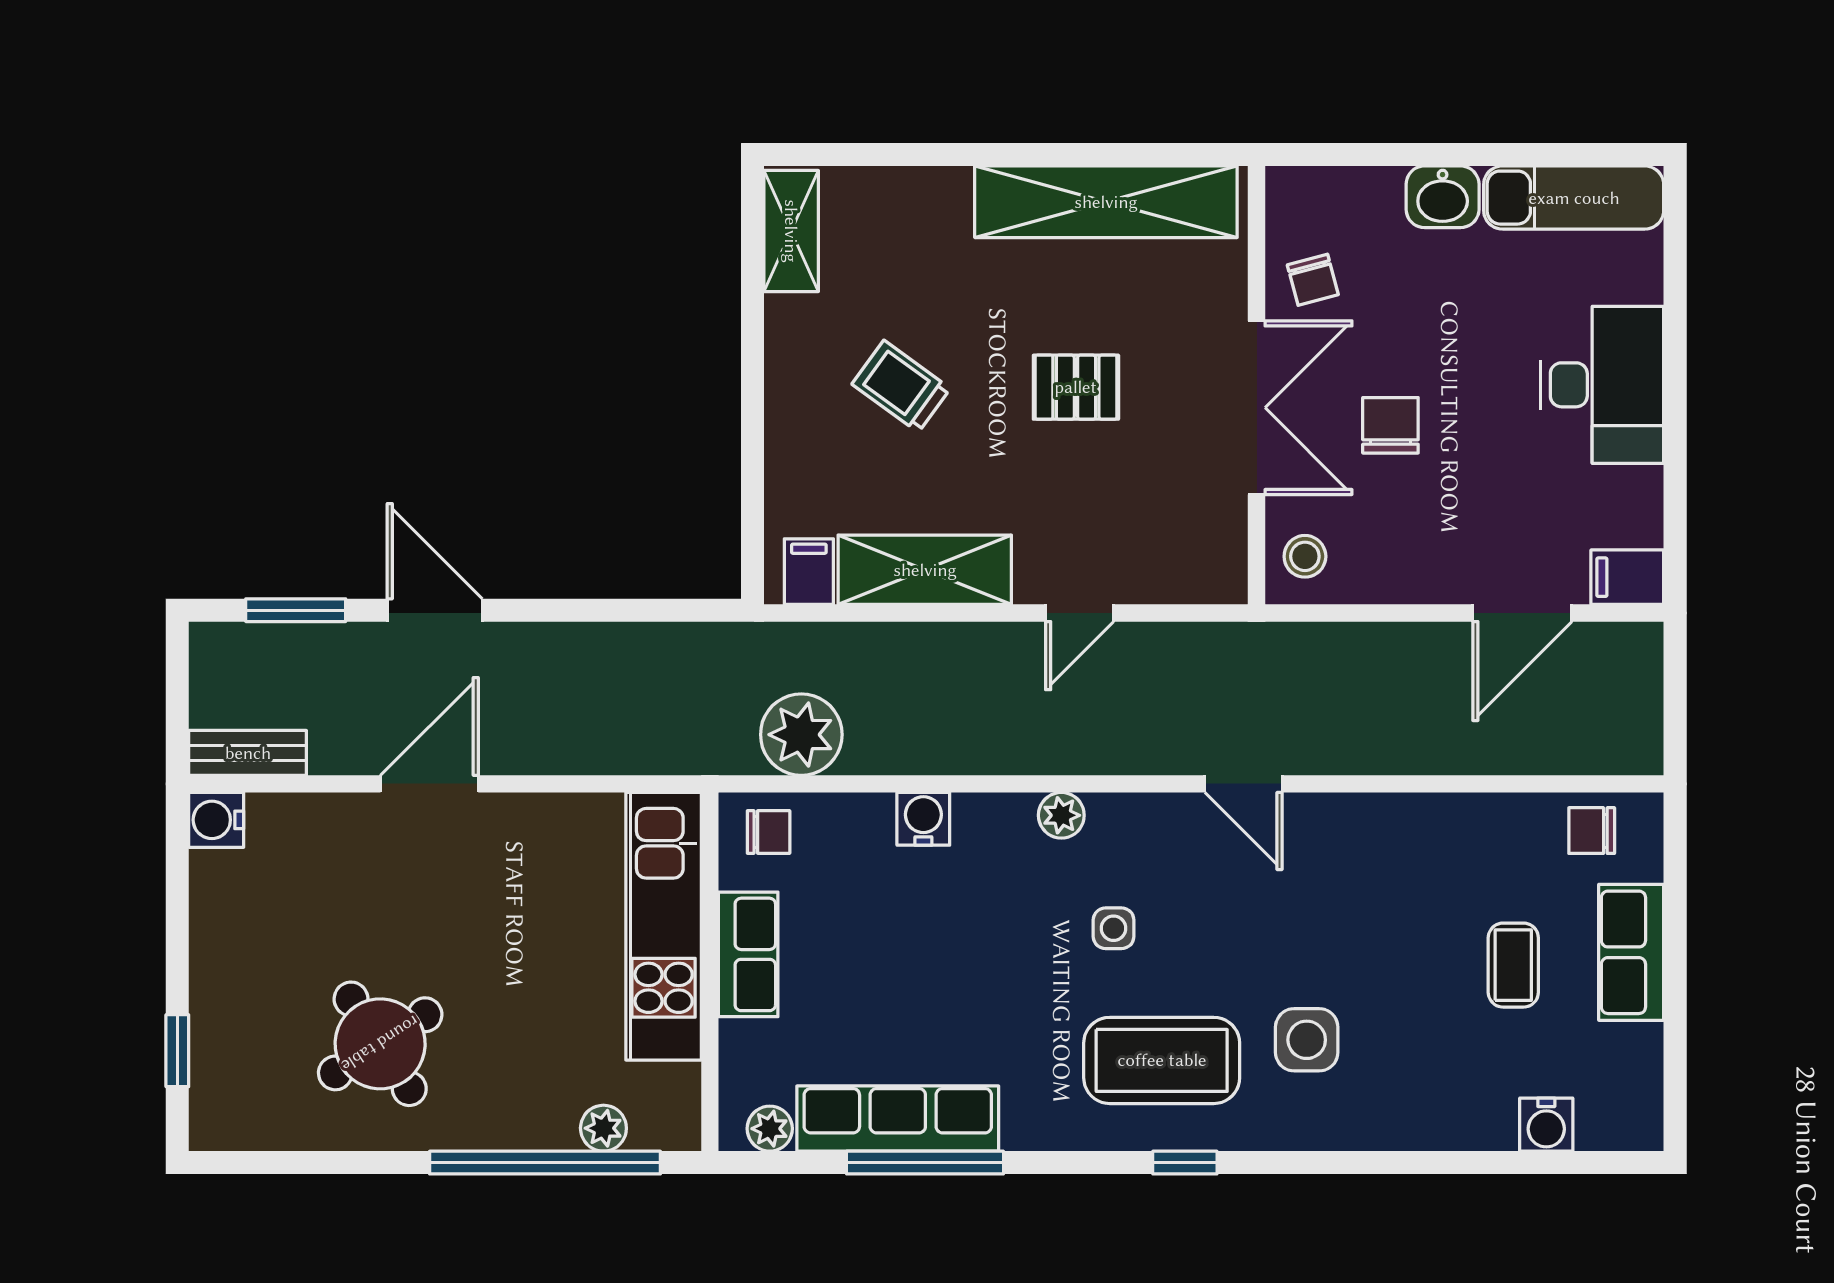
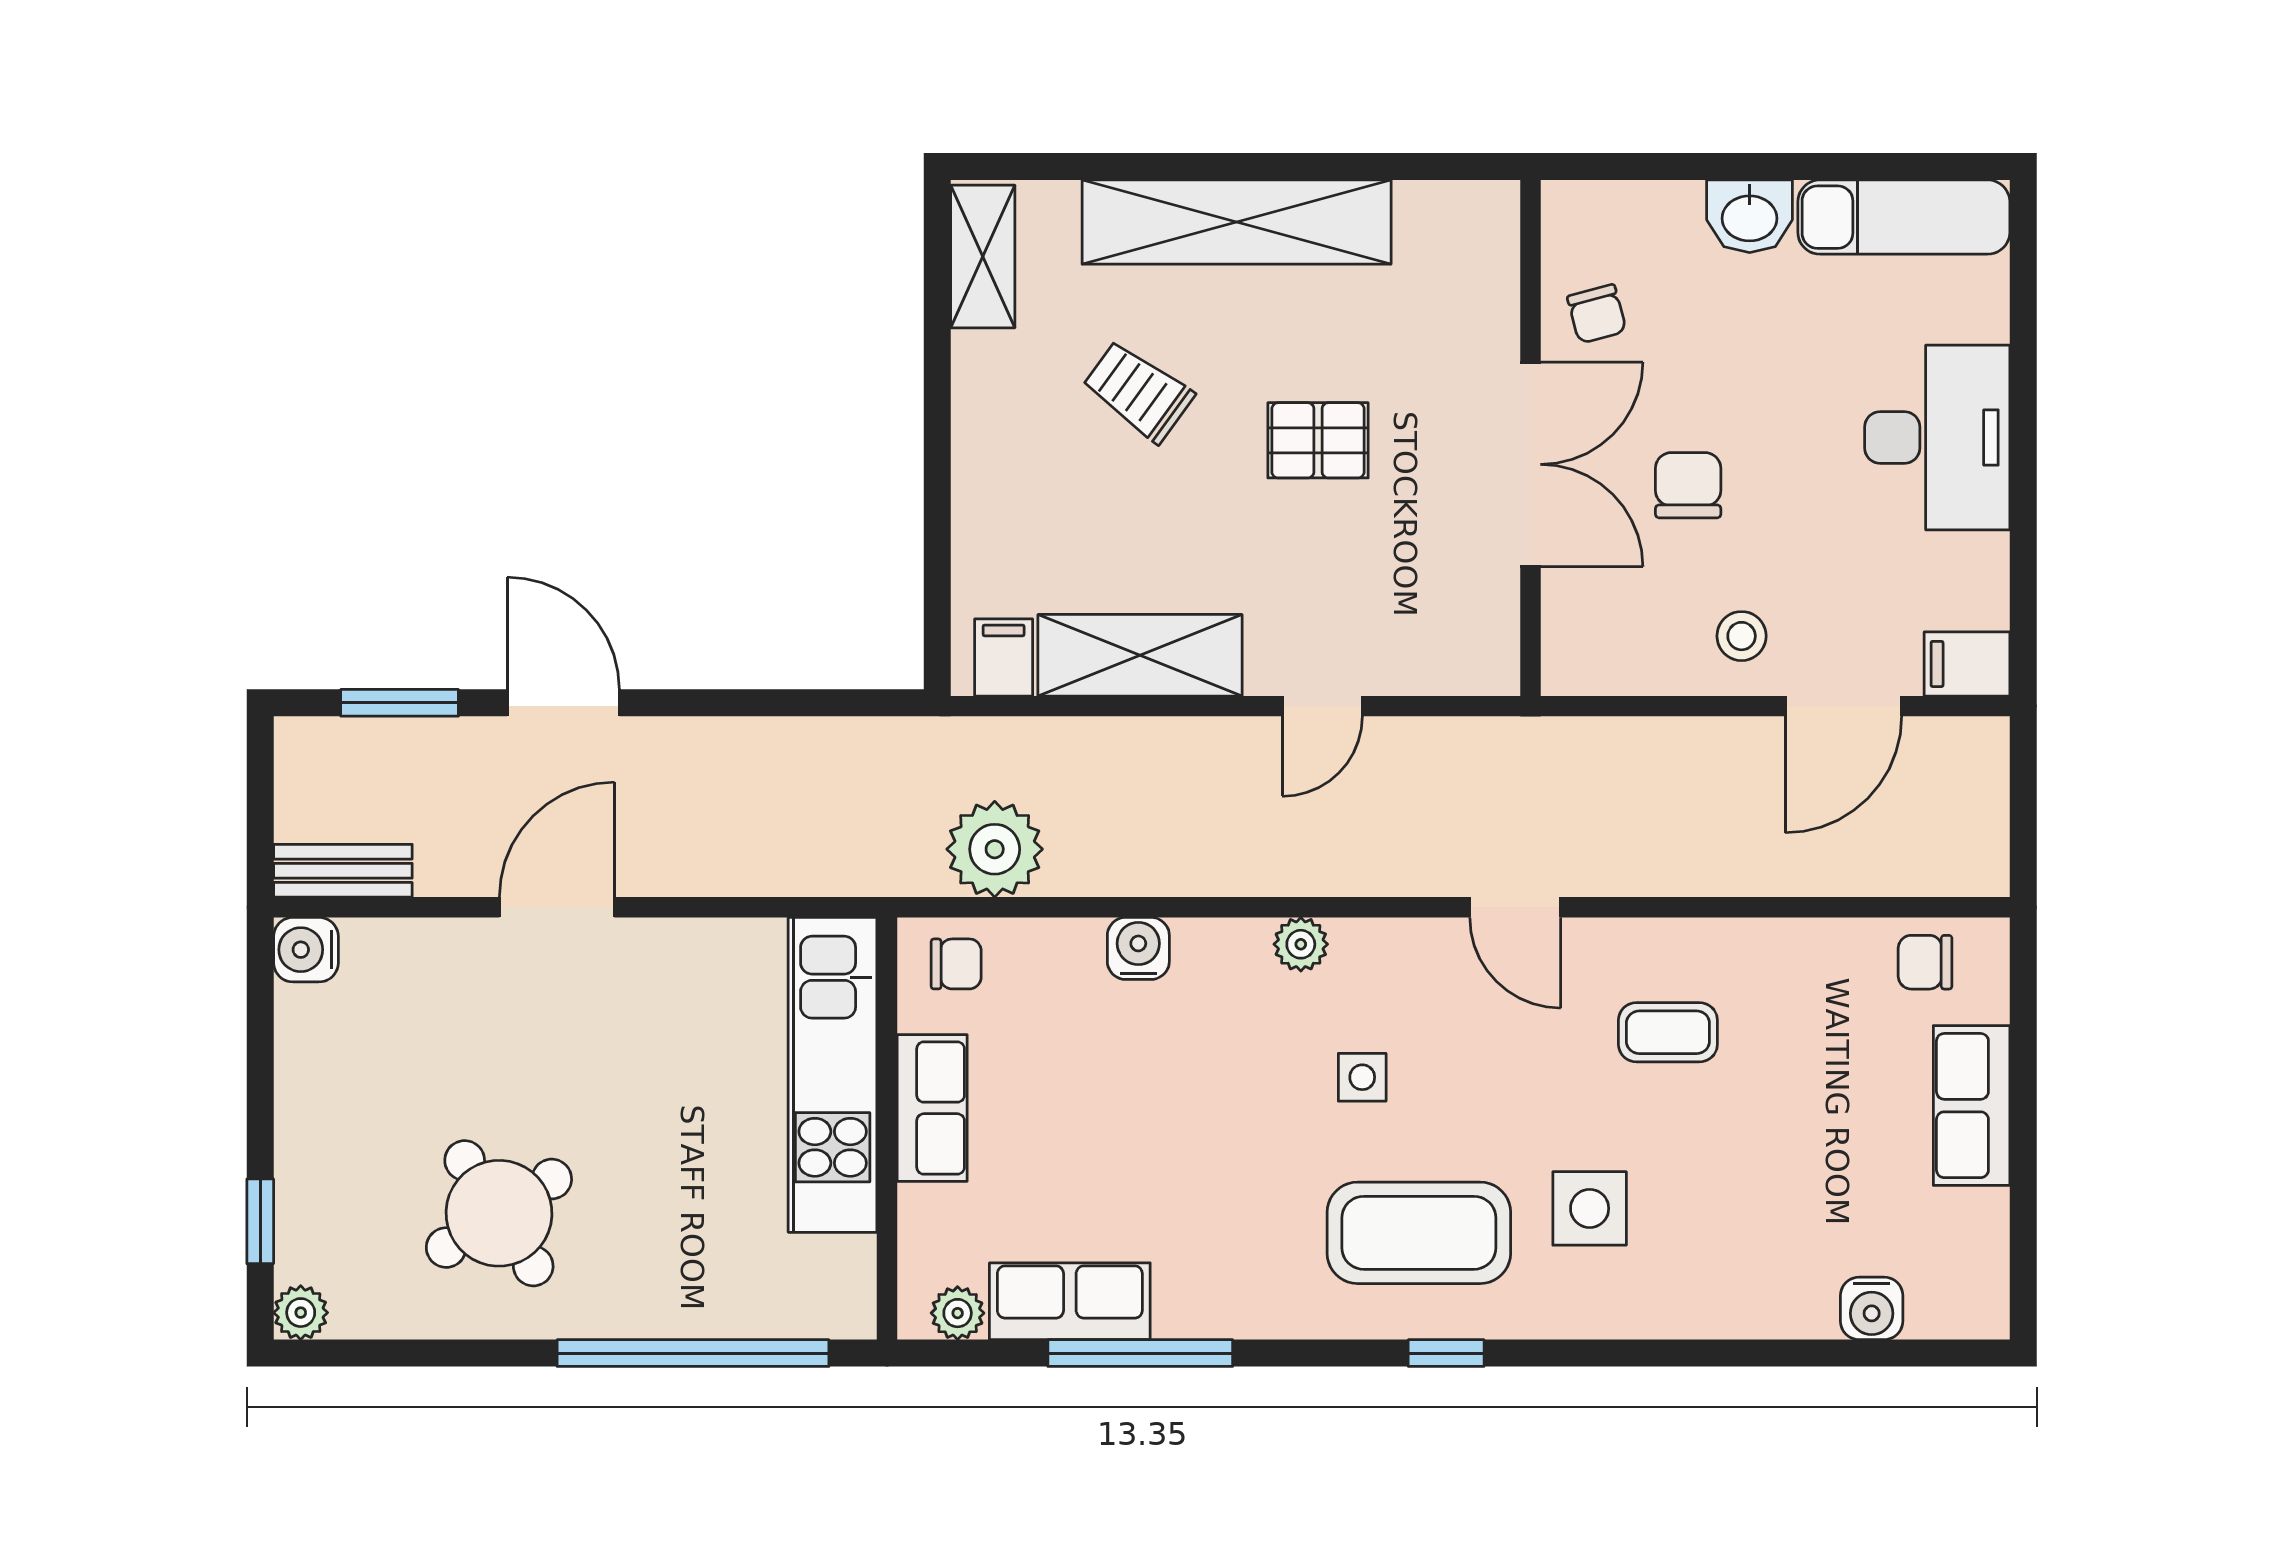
shelving: (1106, 202) -> (1237, 222), moved
trolley: (901, 386) -> (1138, 391), moved
stool: (1305, 556) -> (1742, 636), moved
coffee table: (1513, 965) -> (1668, 1032), moved, turned 90
row of seats: (898, 1119) -> (1070, 1301), width x0.68
plant: (603, 1128) -> (301, 1313), moved

